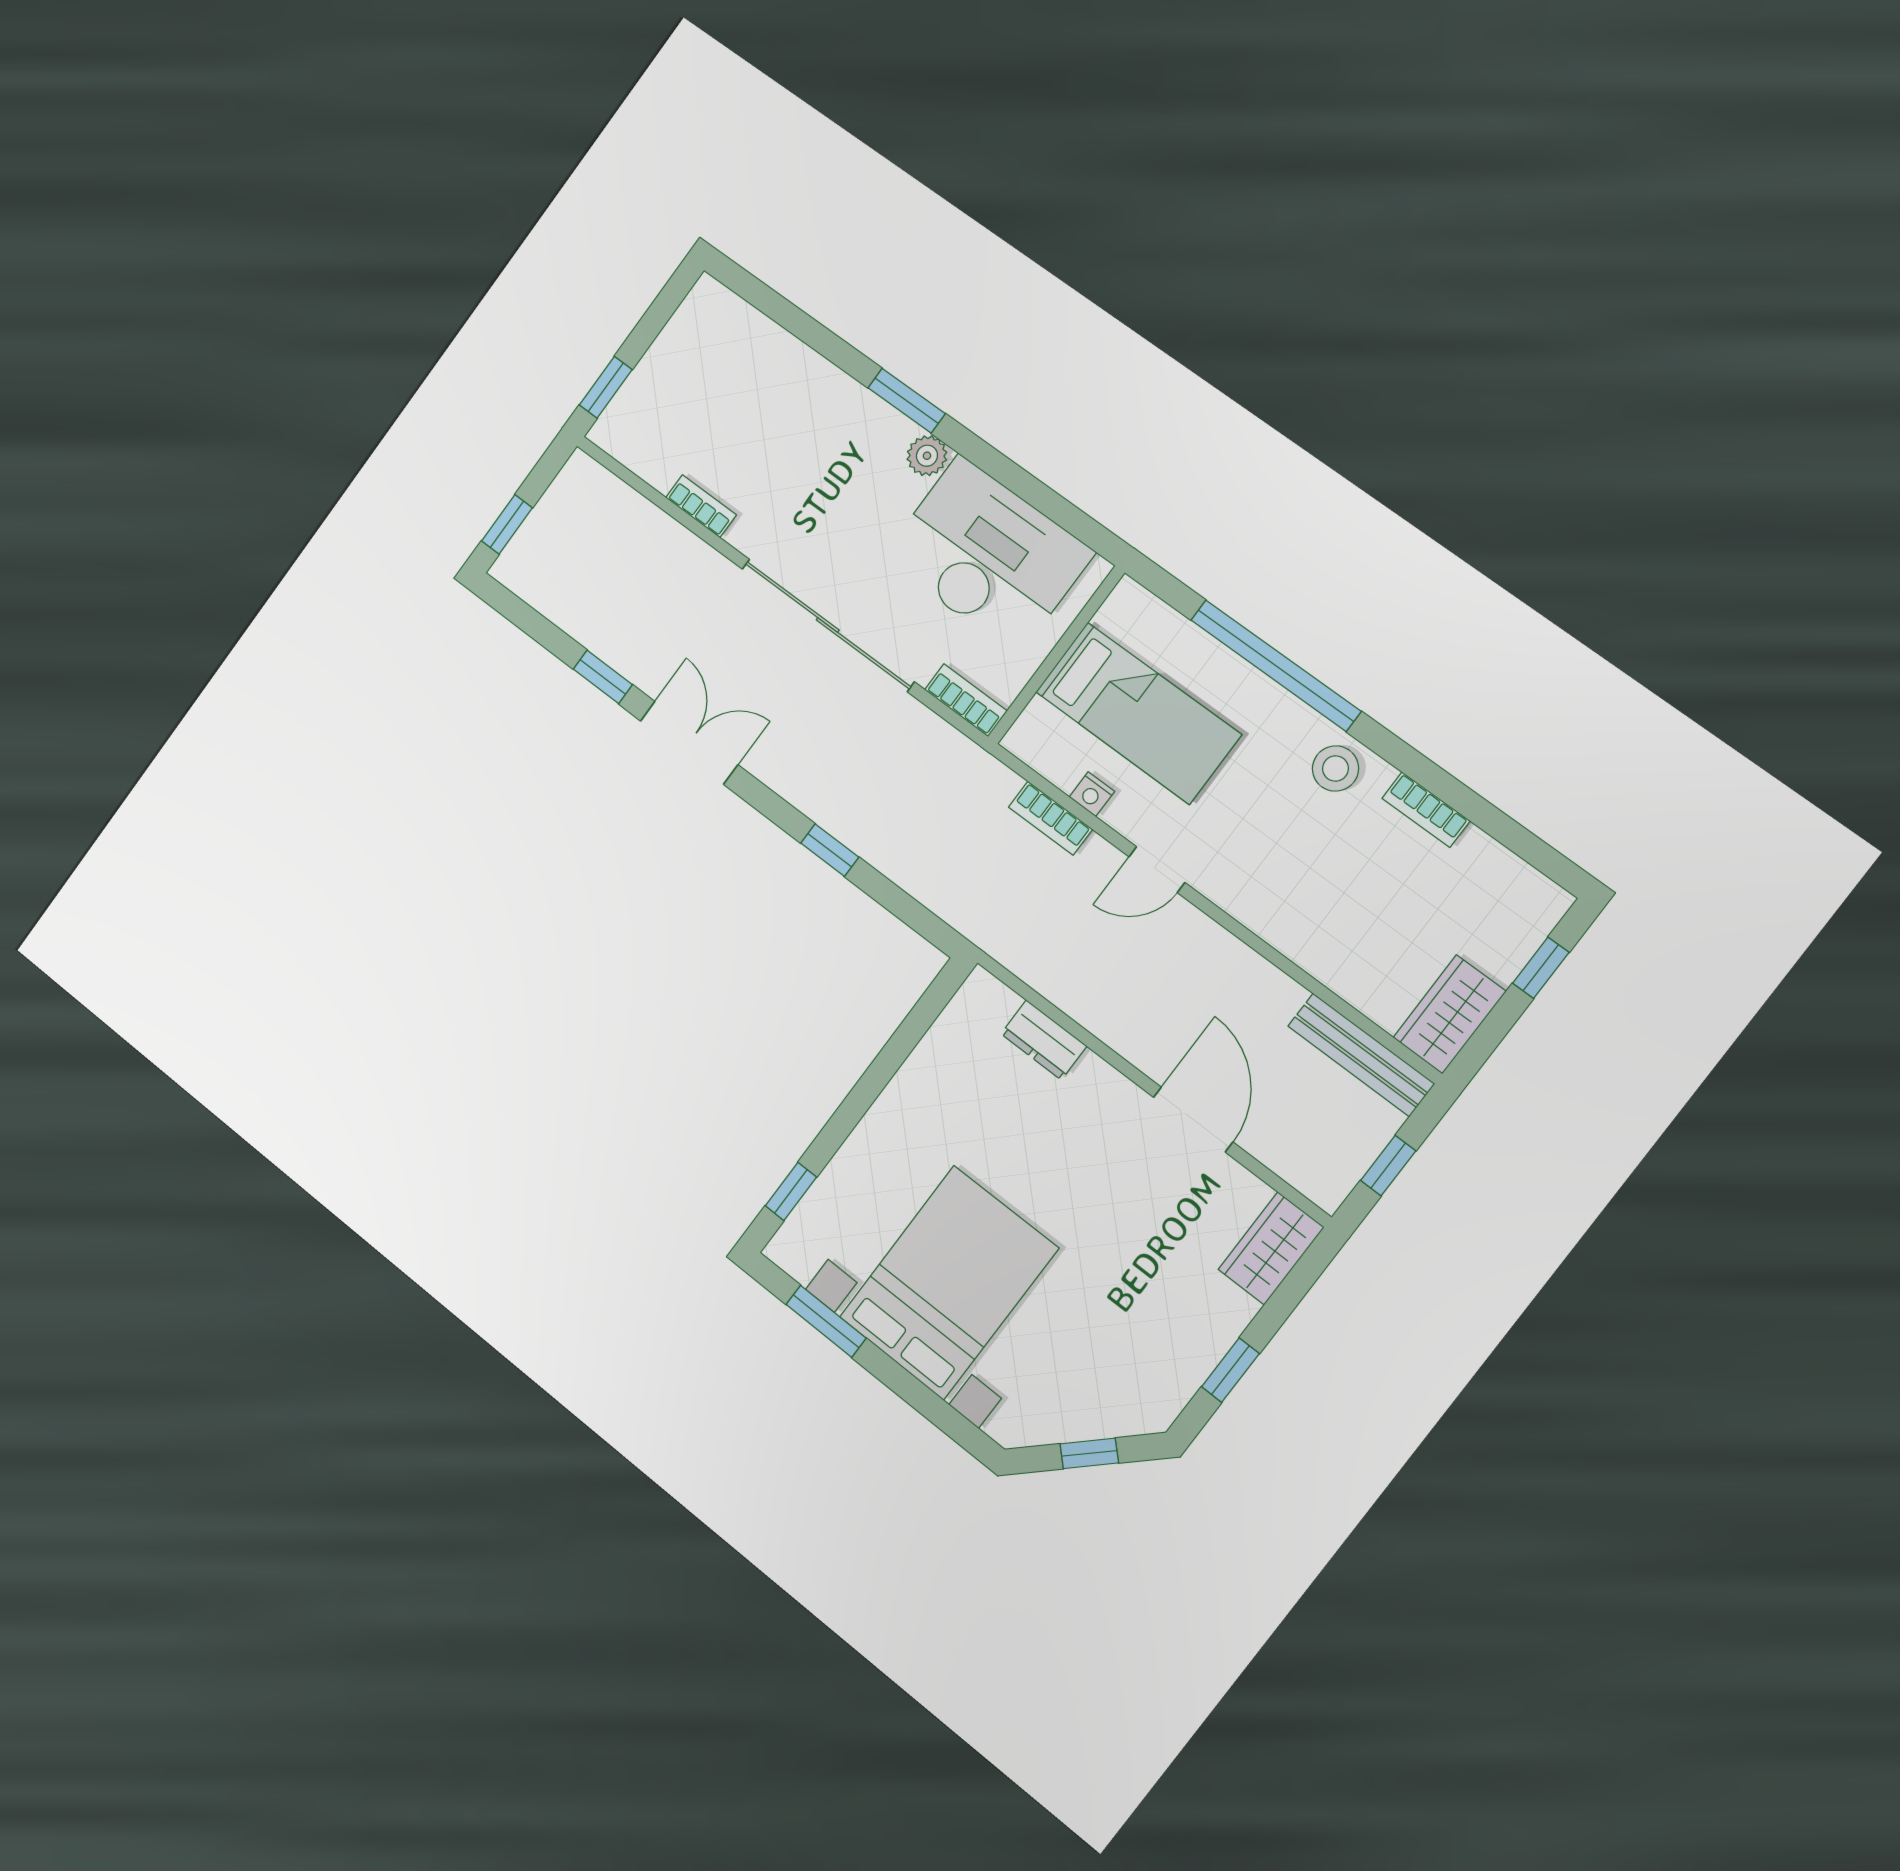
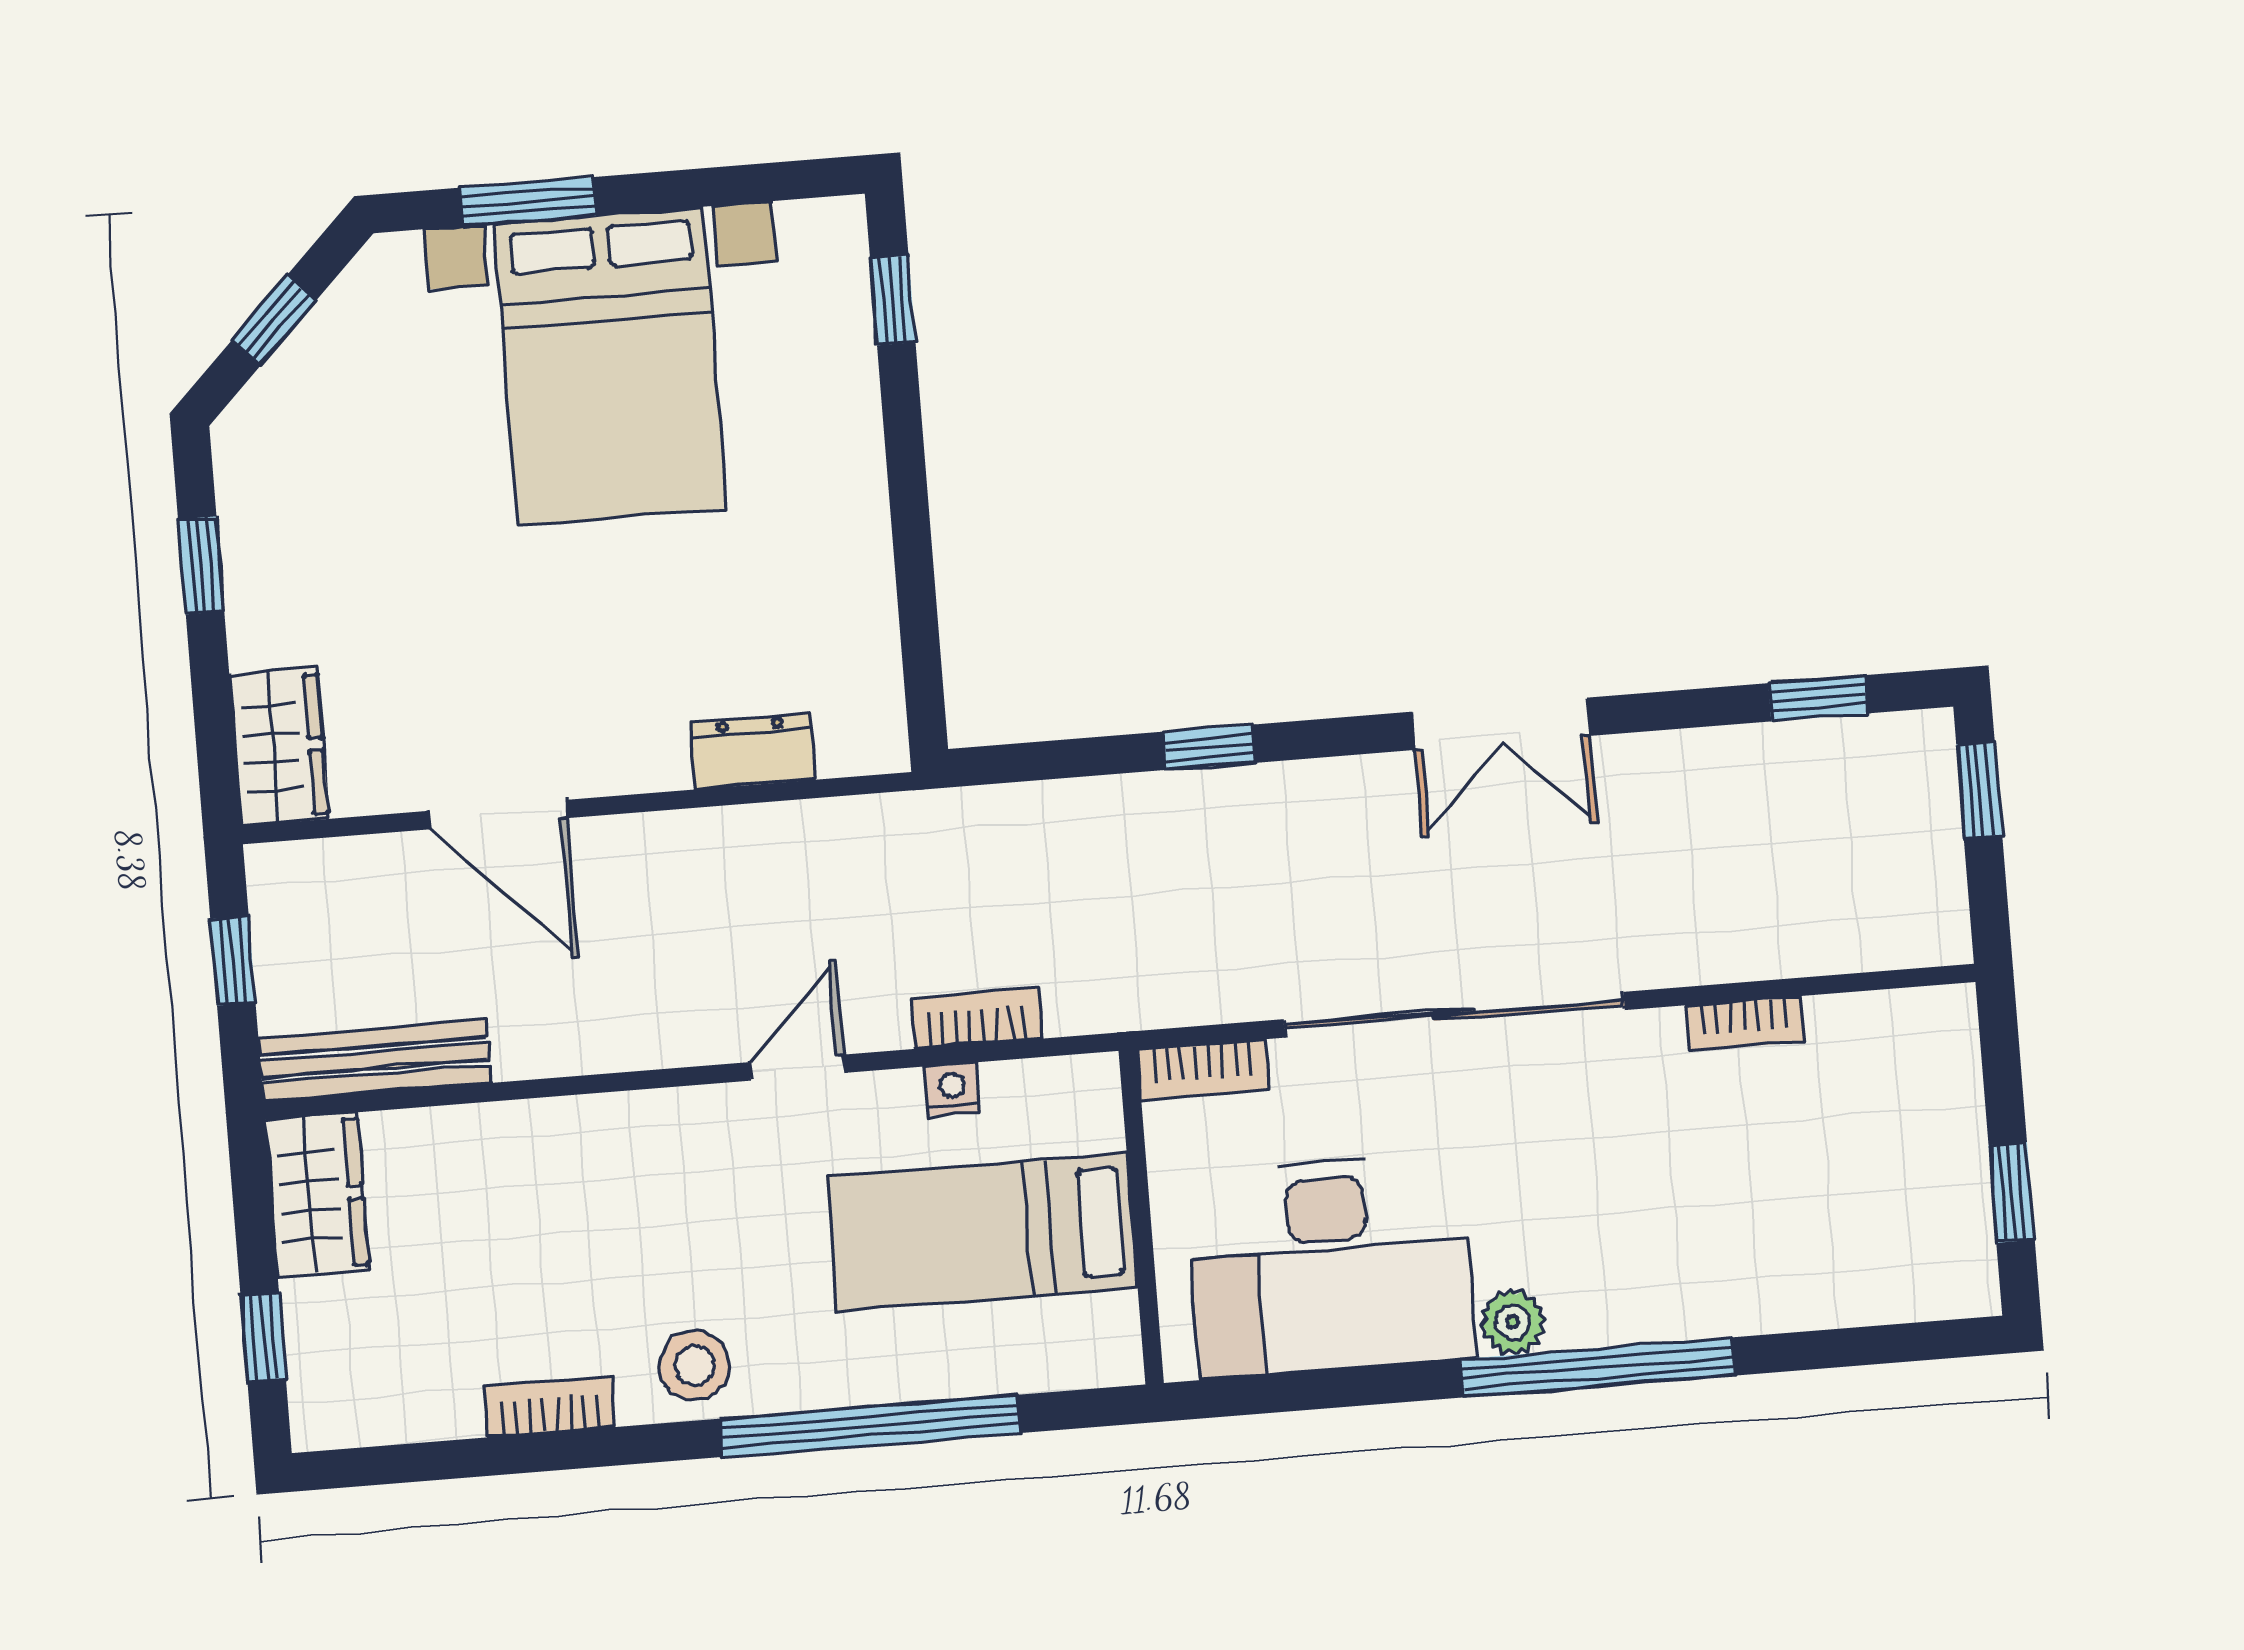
window: (606, 387) -> (2012, 1192), moved
window: (907, 401) -> (1598, 1367), width x2.11
window: (603, 677) -> (1818, 698), moved
window: (826, 1321) -> (528, 202), moved

